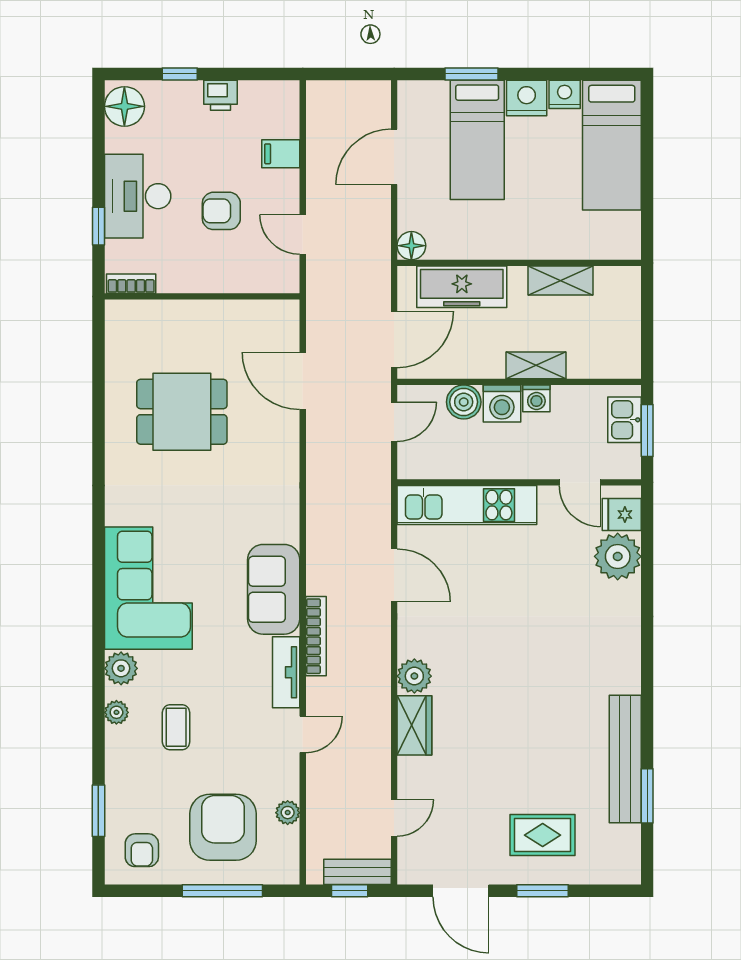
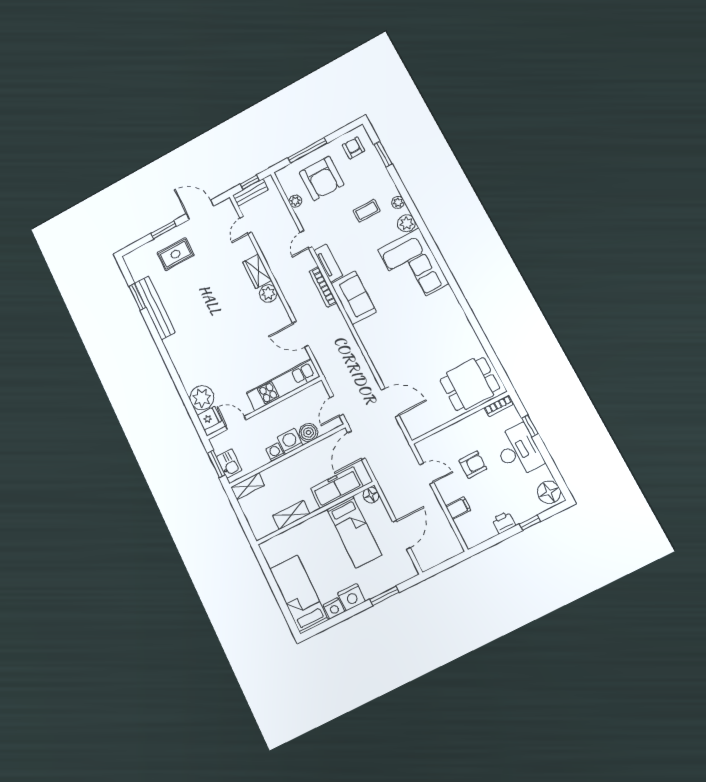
bed: (477, 140) -> (354, 532), moved, turned 180
shelving: (536, 365) -> (248, 486), moved
dining table: (182, 412) -> (470, 384), moved
coffee table: (176, 727) -> (367, 211), turned 90

